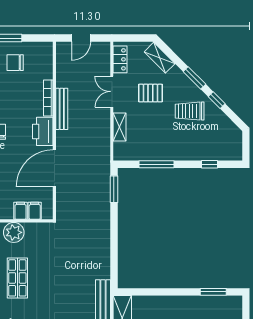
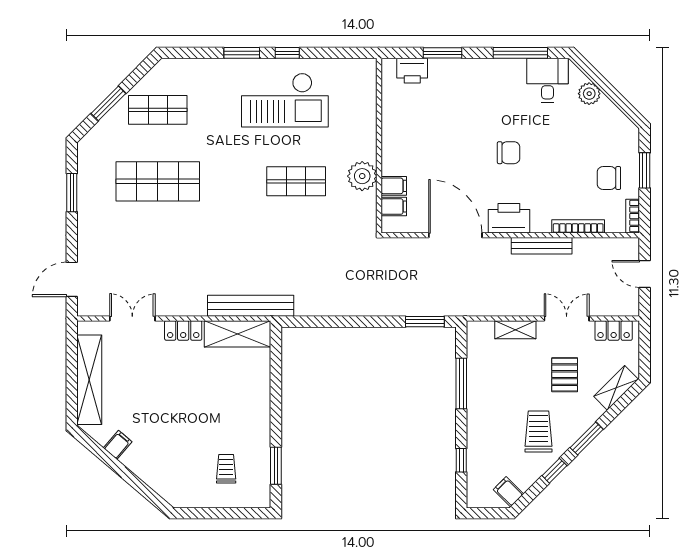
bookcase: (41, 46) -> (633, 216), added
chair: (15, 63) -> (609, 178), turned -90
bookcase: (48, 98) -> (578, 226), moved
filing cabinet: (231, 132) -> (508, 492), added

